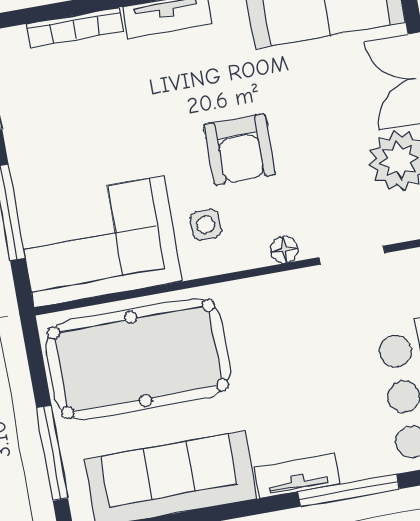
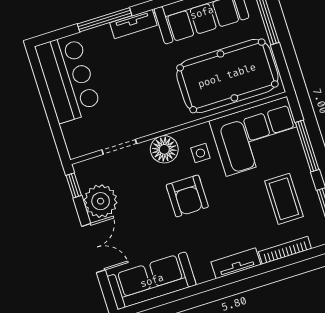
coffee table: (64, 121) -> (284, 199), added
armchair: (240, 150) -> (187, 196), turned 180
floor lamp: (284, 250) -> (164, 149), width x1.89, depth x1.89

